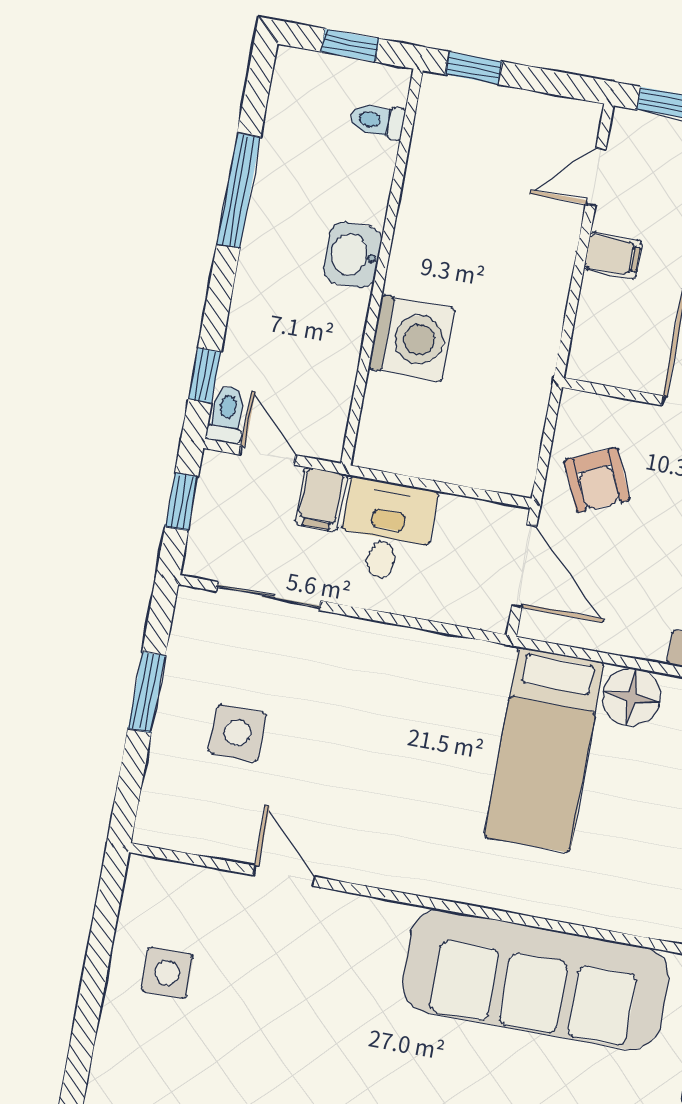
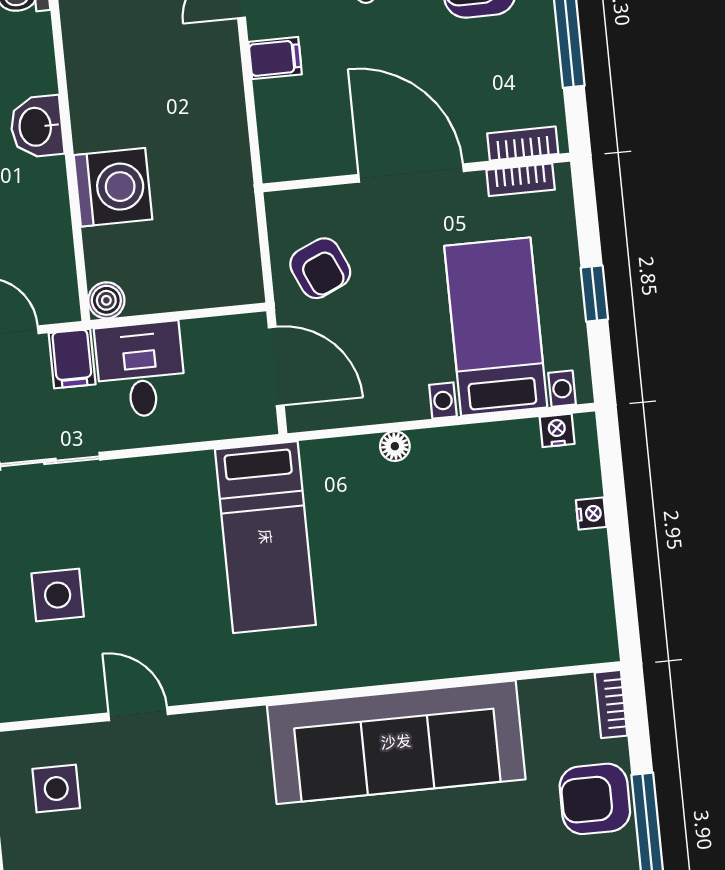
boiler: (372, 450) -> (106, 300), added
floor lamp: (631, 697) -> (395, 446), width x0.53, depth x0.53
bed: (544, 750) -> (265, 537), moved
side table: (167, 973) -> (56, 789), moved

